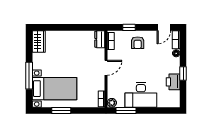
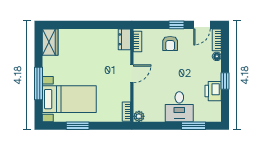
window: (129, 27) -> (177, 25), moved
desk: (141, 95) -> (179, 107), width x0.73
window: (126, 110) -> (194, 126), moved

